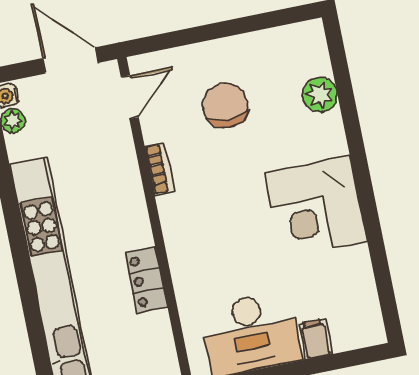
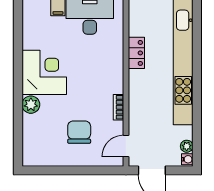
plant: (320, 95) -> (31, 105), moved
chair: (225, 106) -> (79, 132), turned 180

